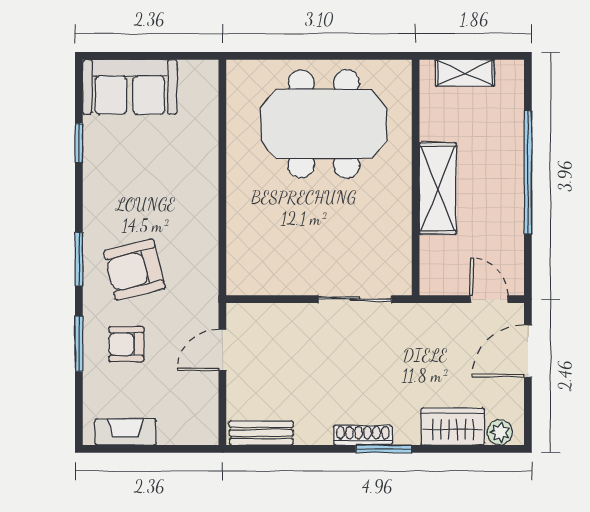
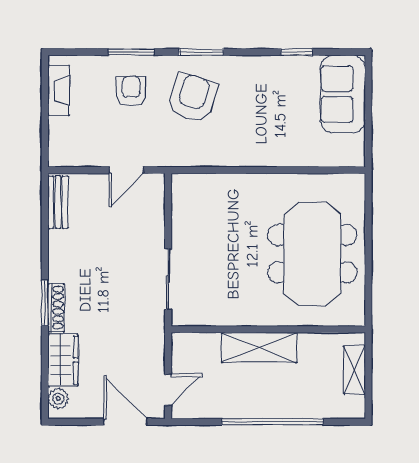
armchair: (134, 270) -> (192, 98), turned 31
door: (222, 350) -> (126, 170), swing flipped
shoe rack: (363, 435) -> (56, 308), moved

